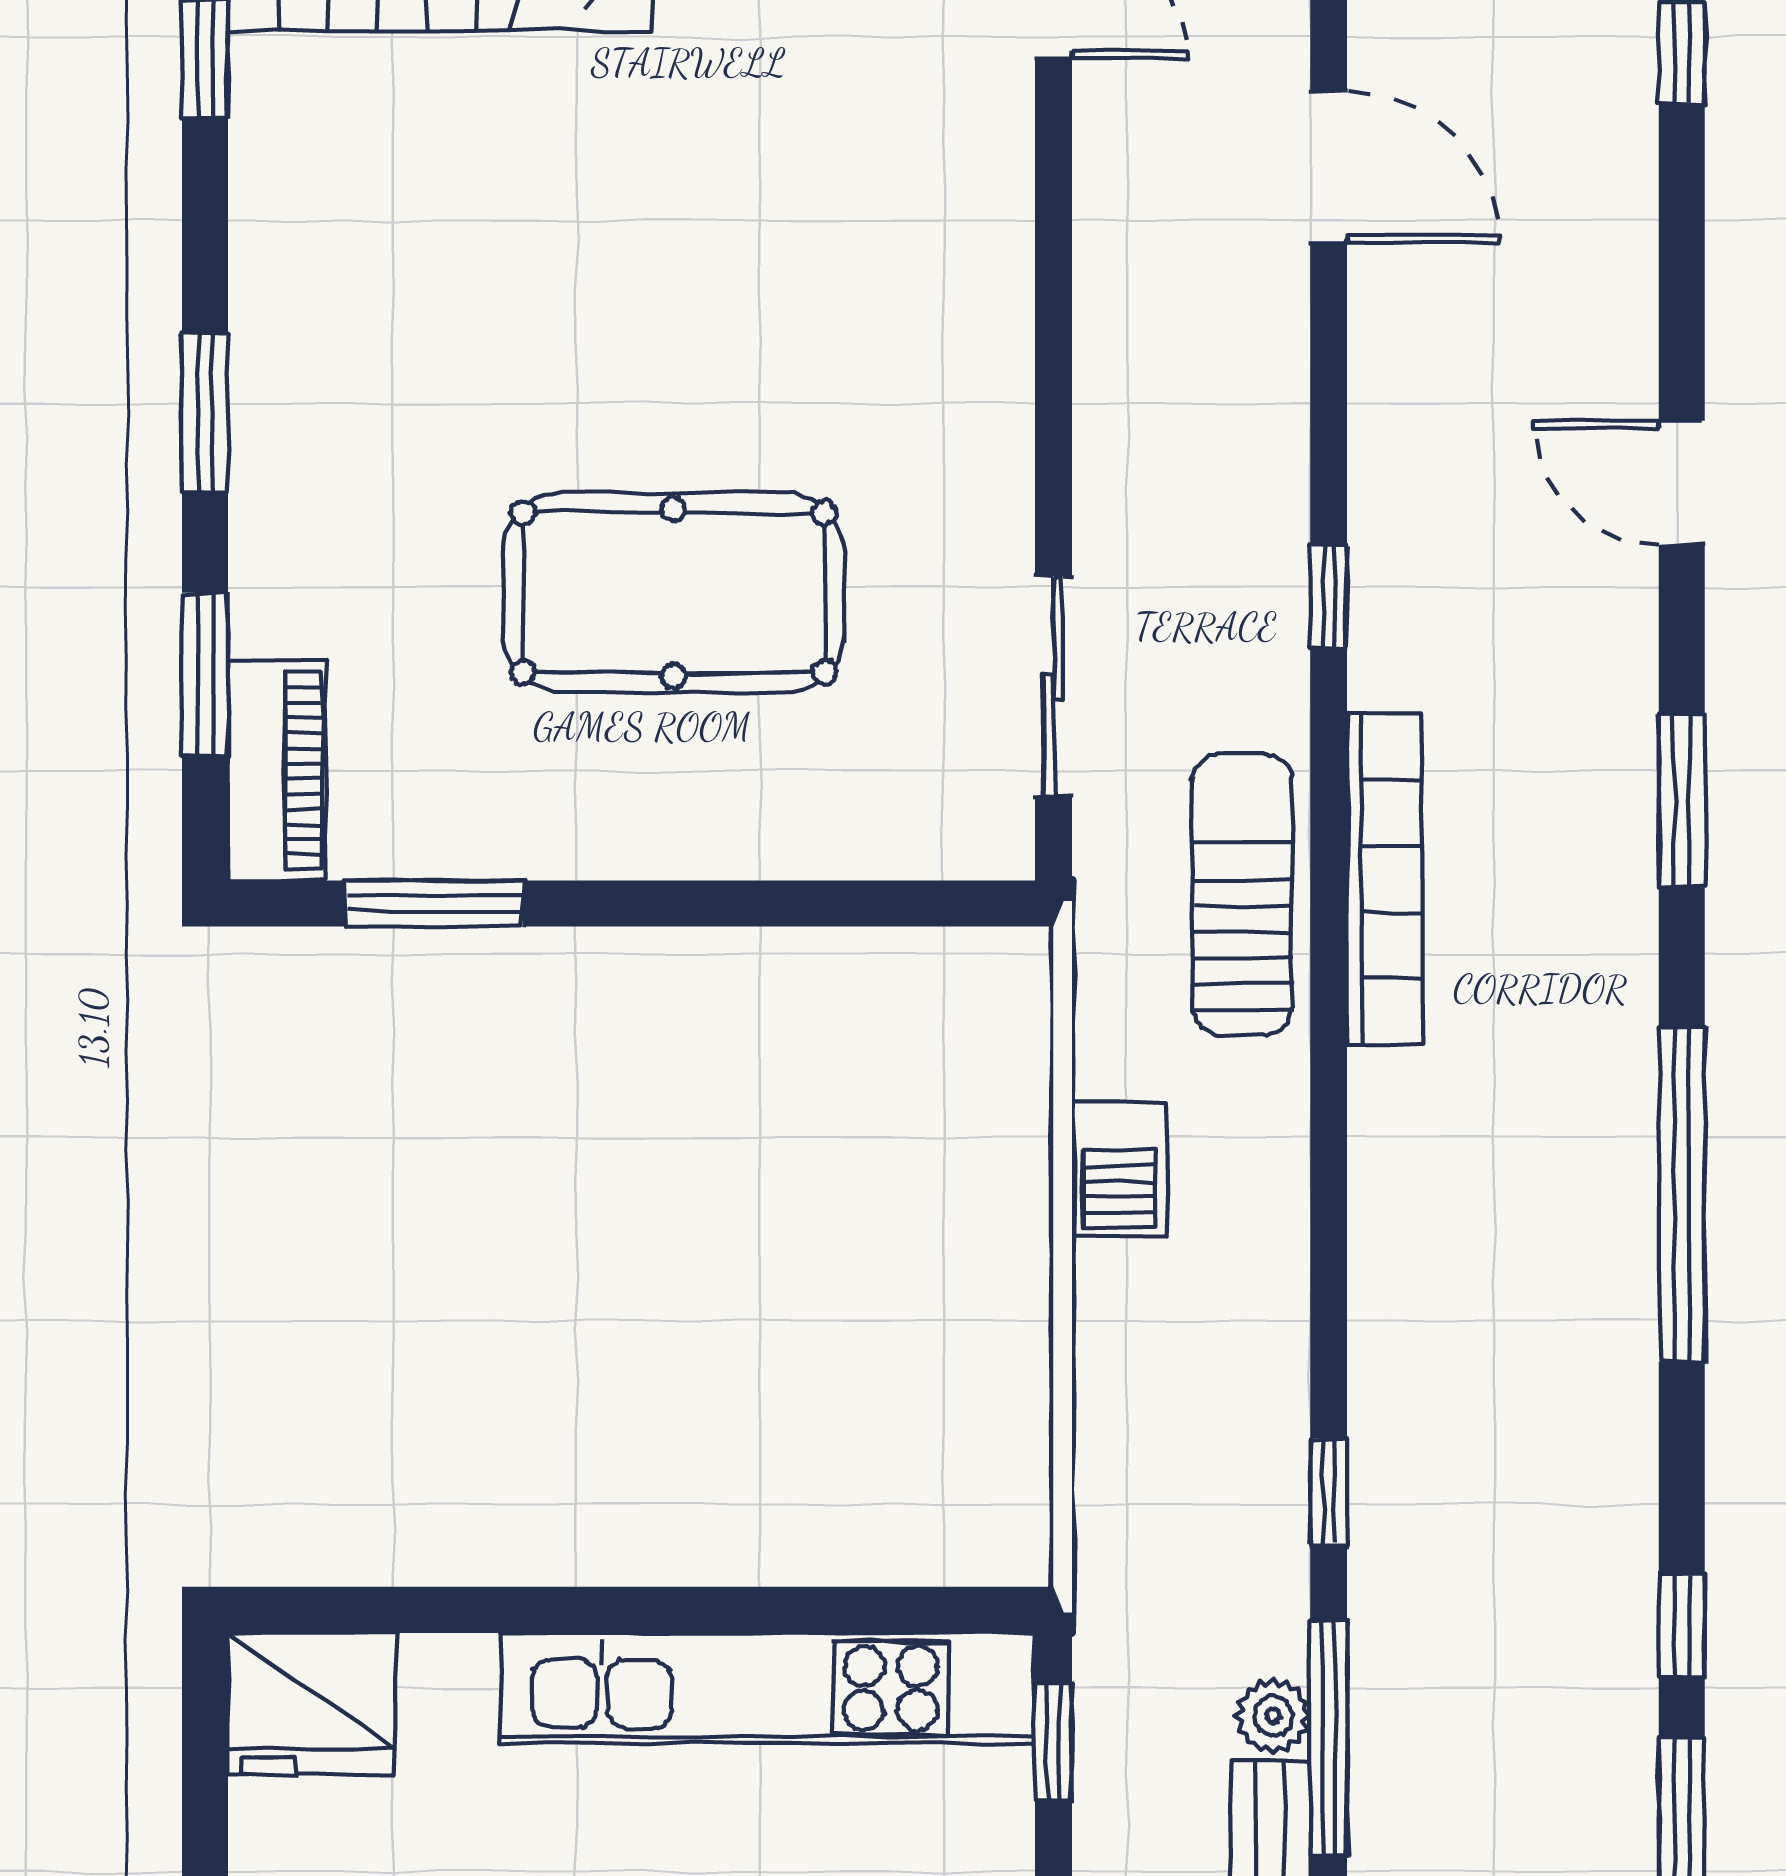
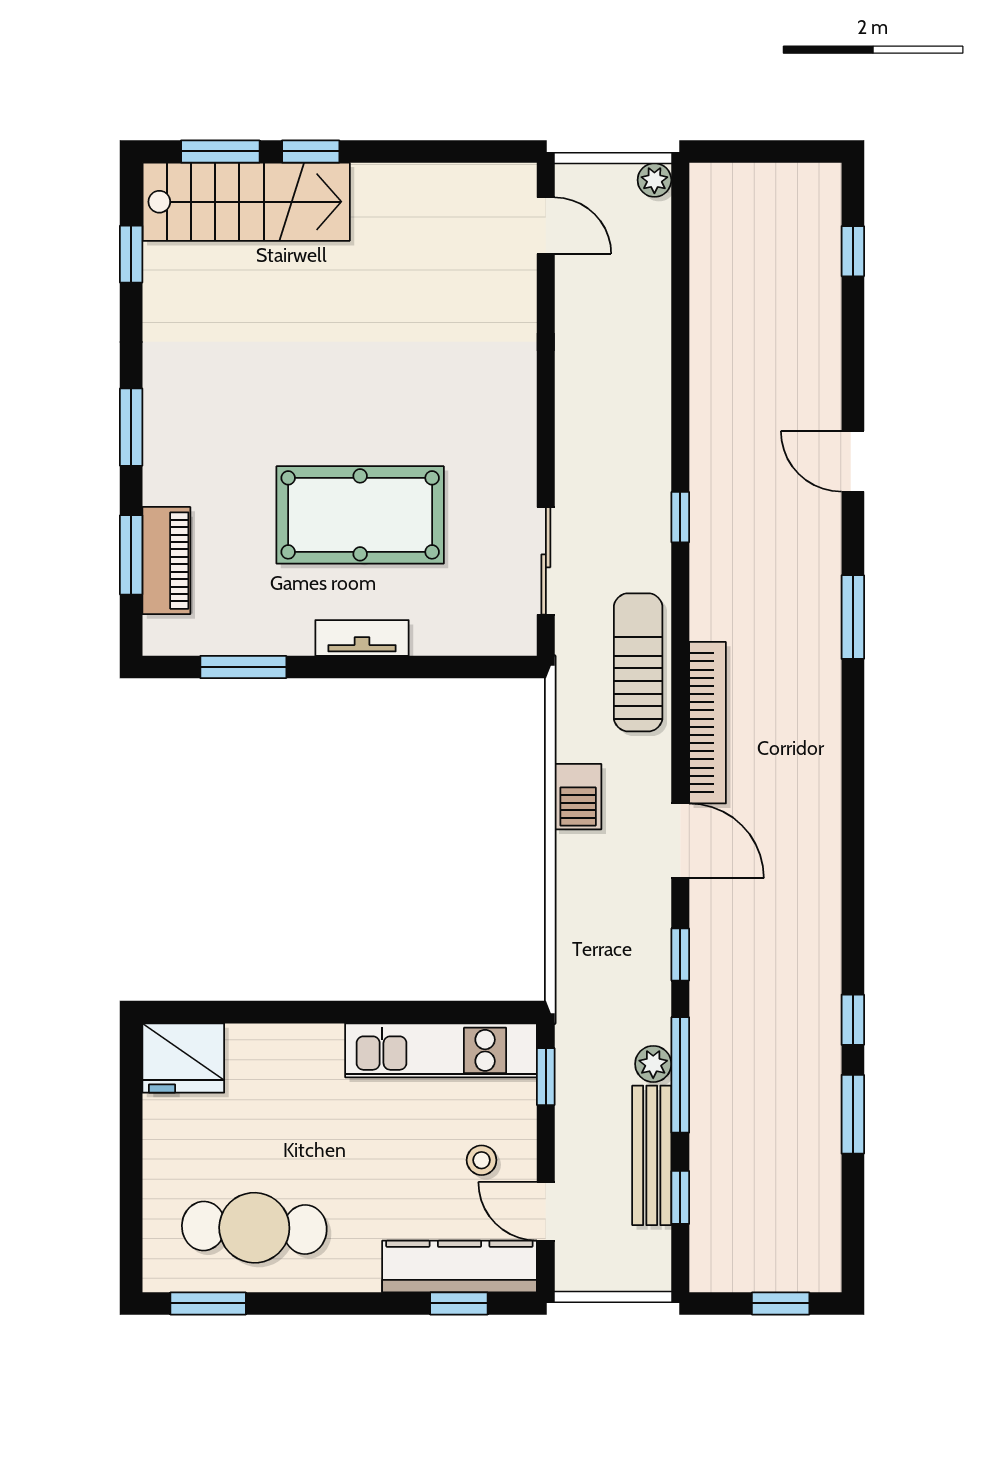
door: (1329, 167) -> (680, 841), moved
piano: (277, 771) -> (166, 561), moved
tv unit: (677, 844) -> (362, 638), added
bookcase: (1385, 879) -> (708, 723), moved
window: (1682, 1194) -> (853, 809), removed
kitchen unit: (768, 1688) -> (441, 1050), width x0.73

